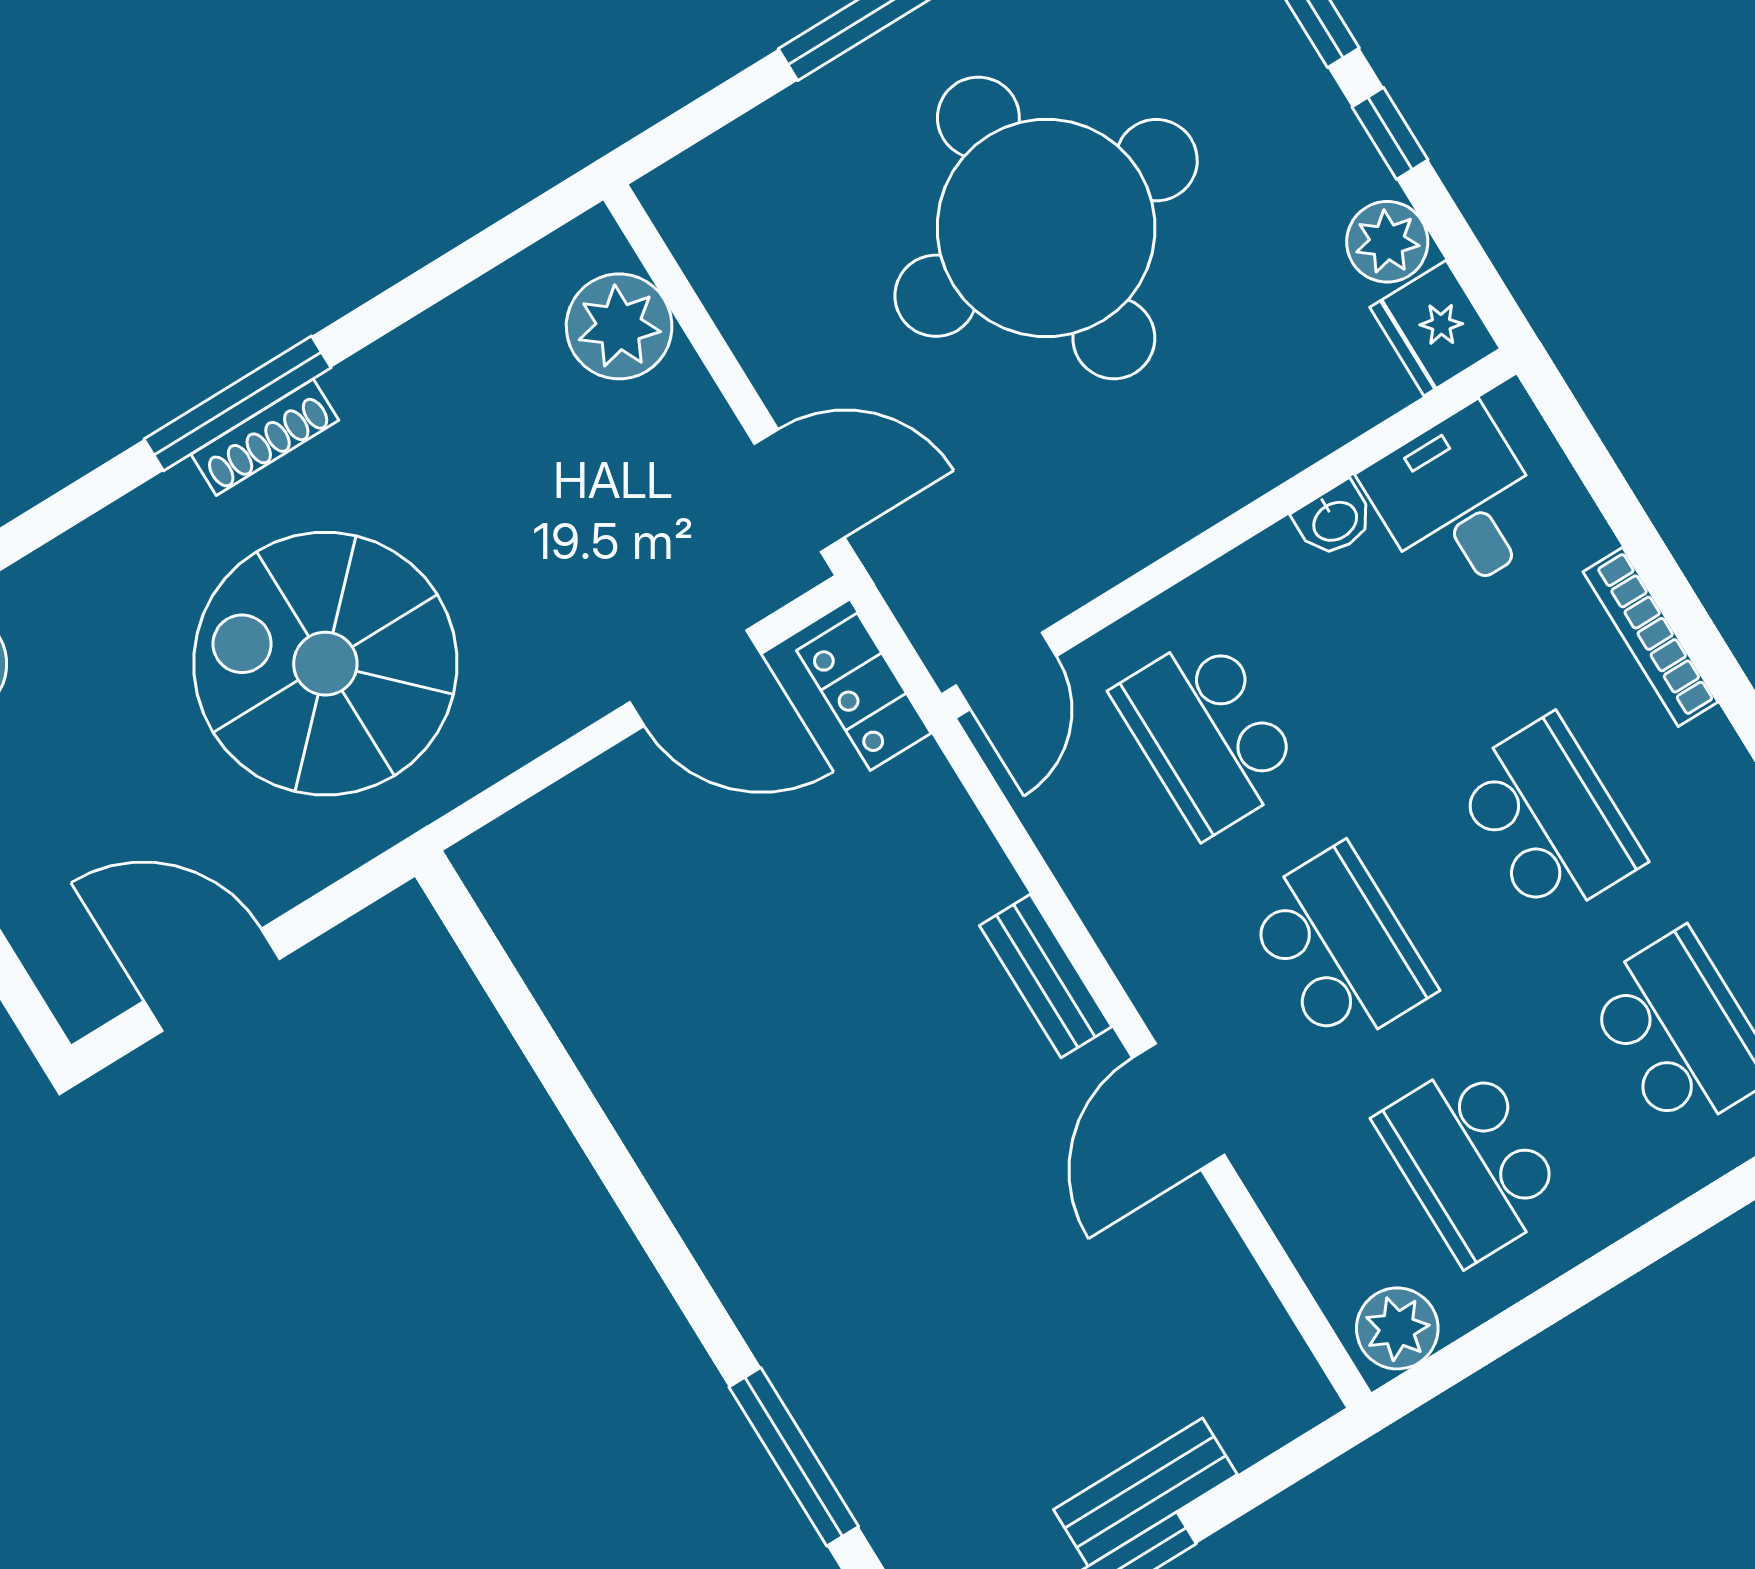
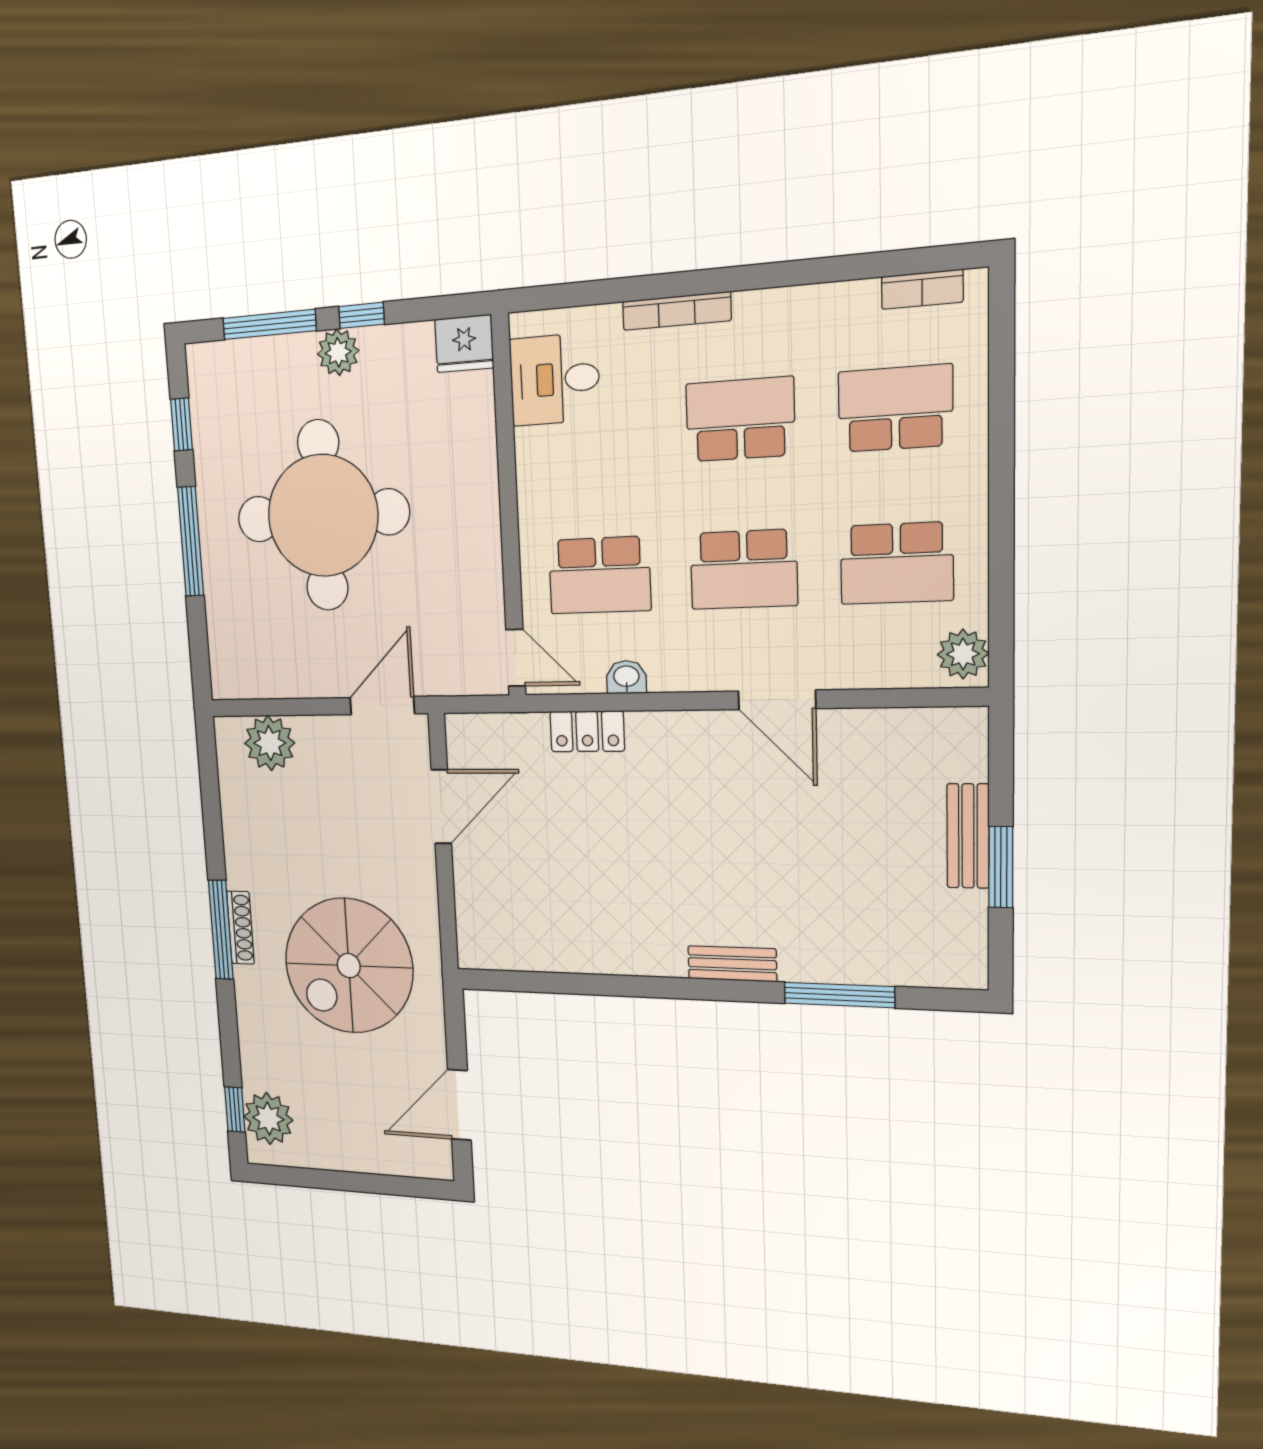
plant: (1387, 242) -> (338, 352), moved
washbasin: (1334, 520) -> (626, 677), moved, turned -90
locker: (864, 692) -> (587, 731), moved
school desk: (1339, 948) -> (744, 569), turned 180
bench: (1046, 976) -> (732, 964), moved

